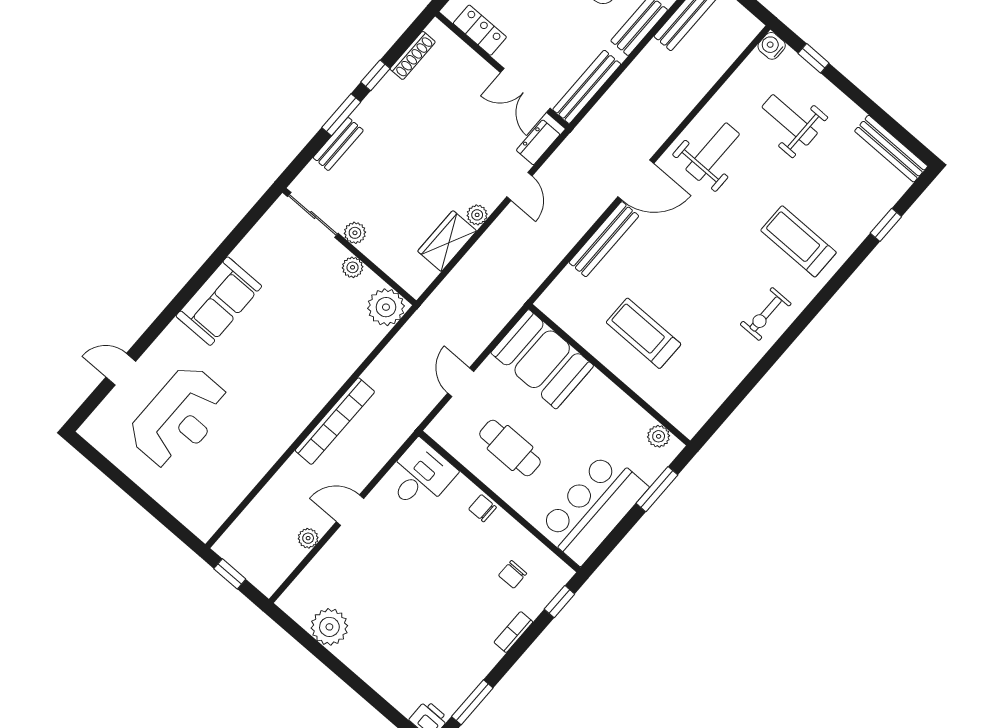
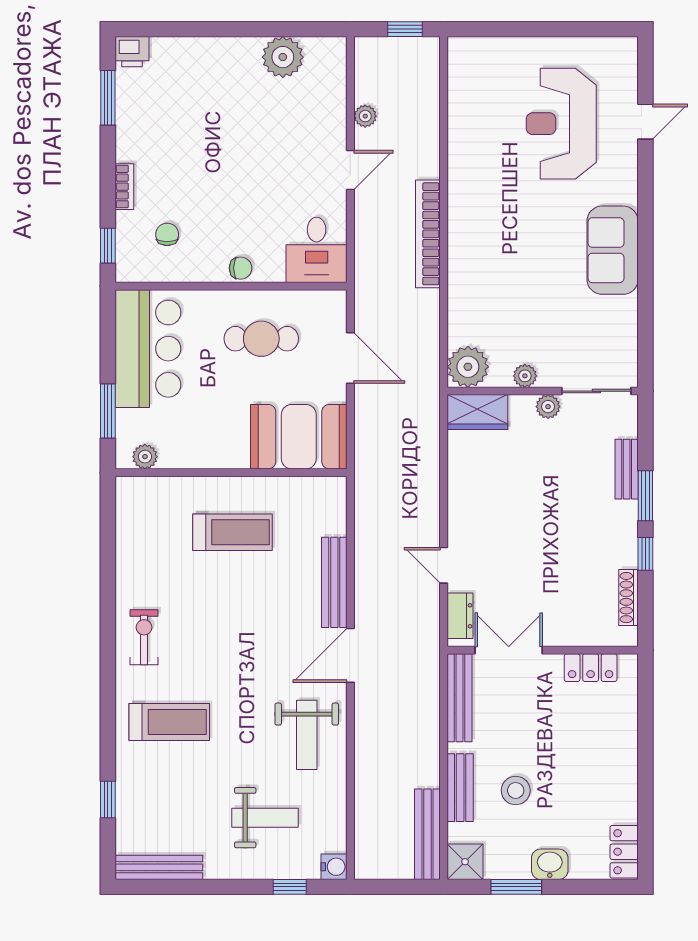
plant: (477, 215) -> (458, 511), removed
wardrobe: (447, 241) -> (477, 412), moved, turned 90
door: (461, 382) -> (350, 358), width x1.37

